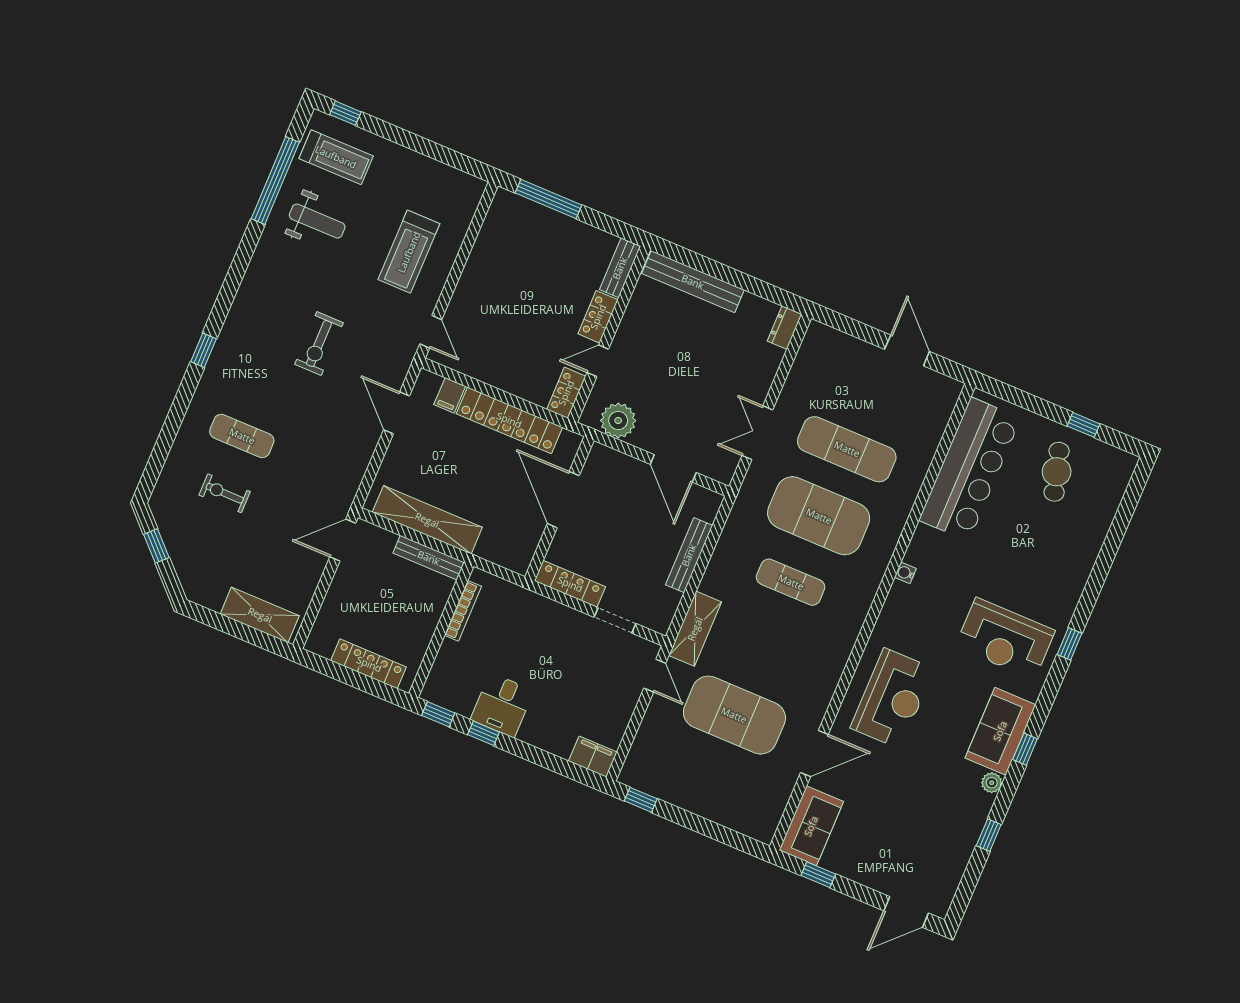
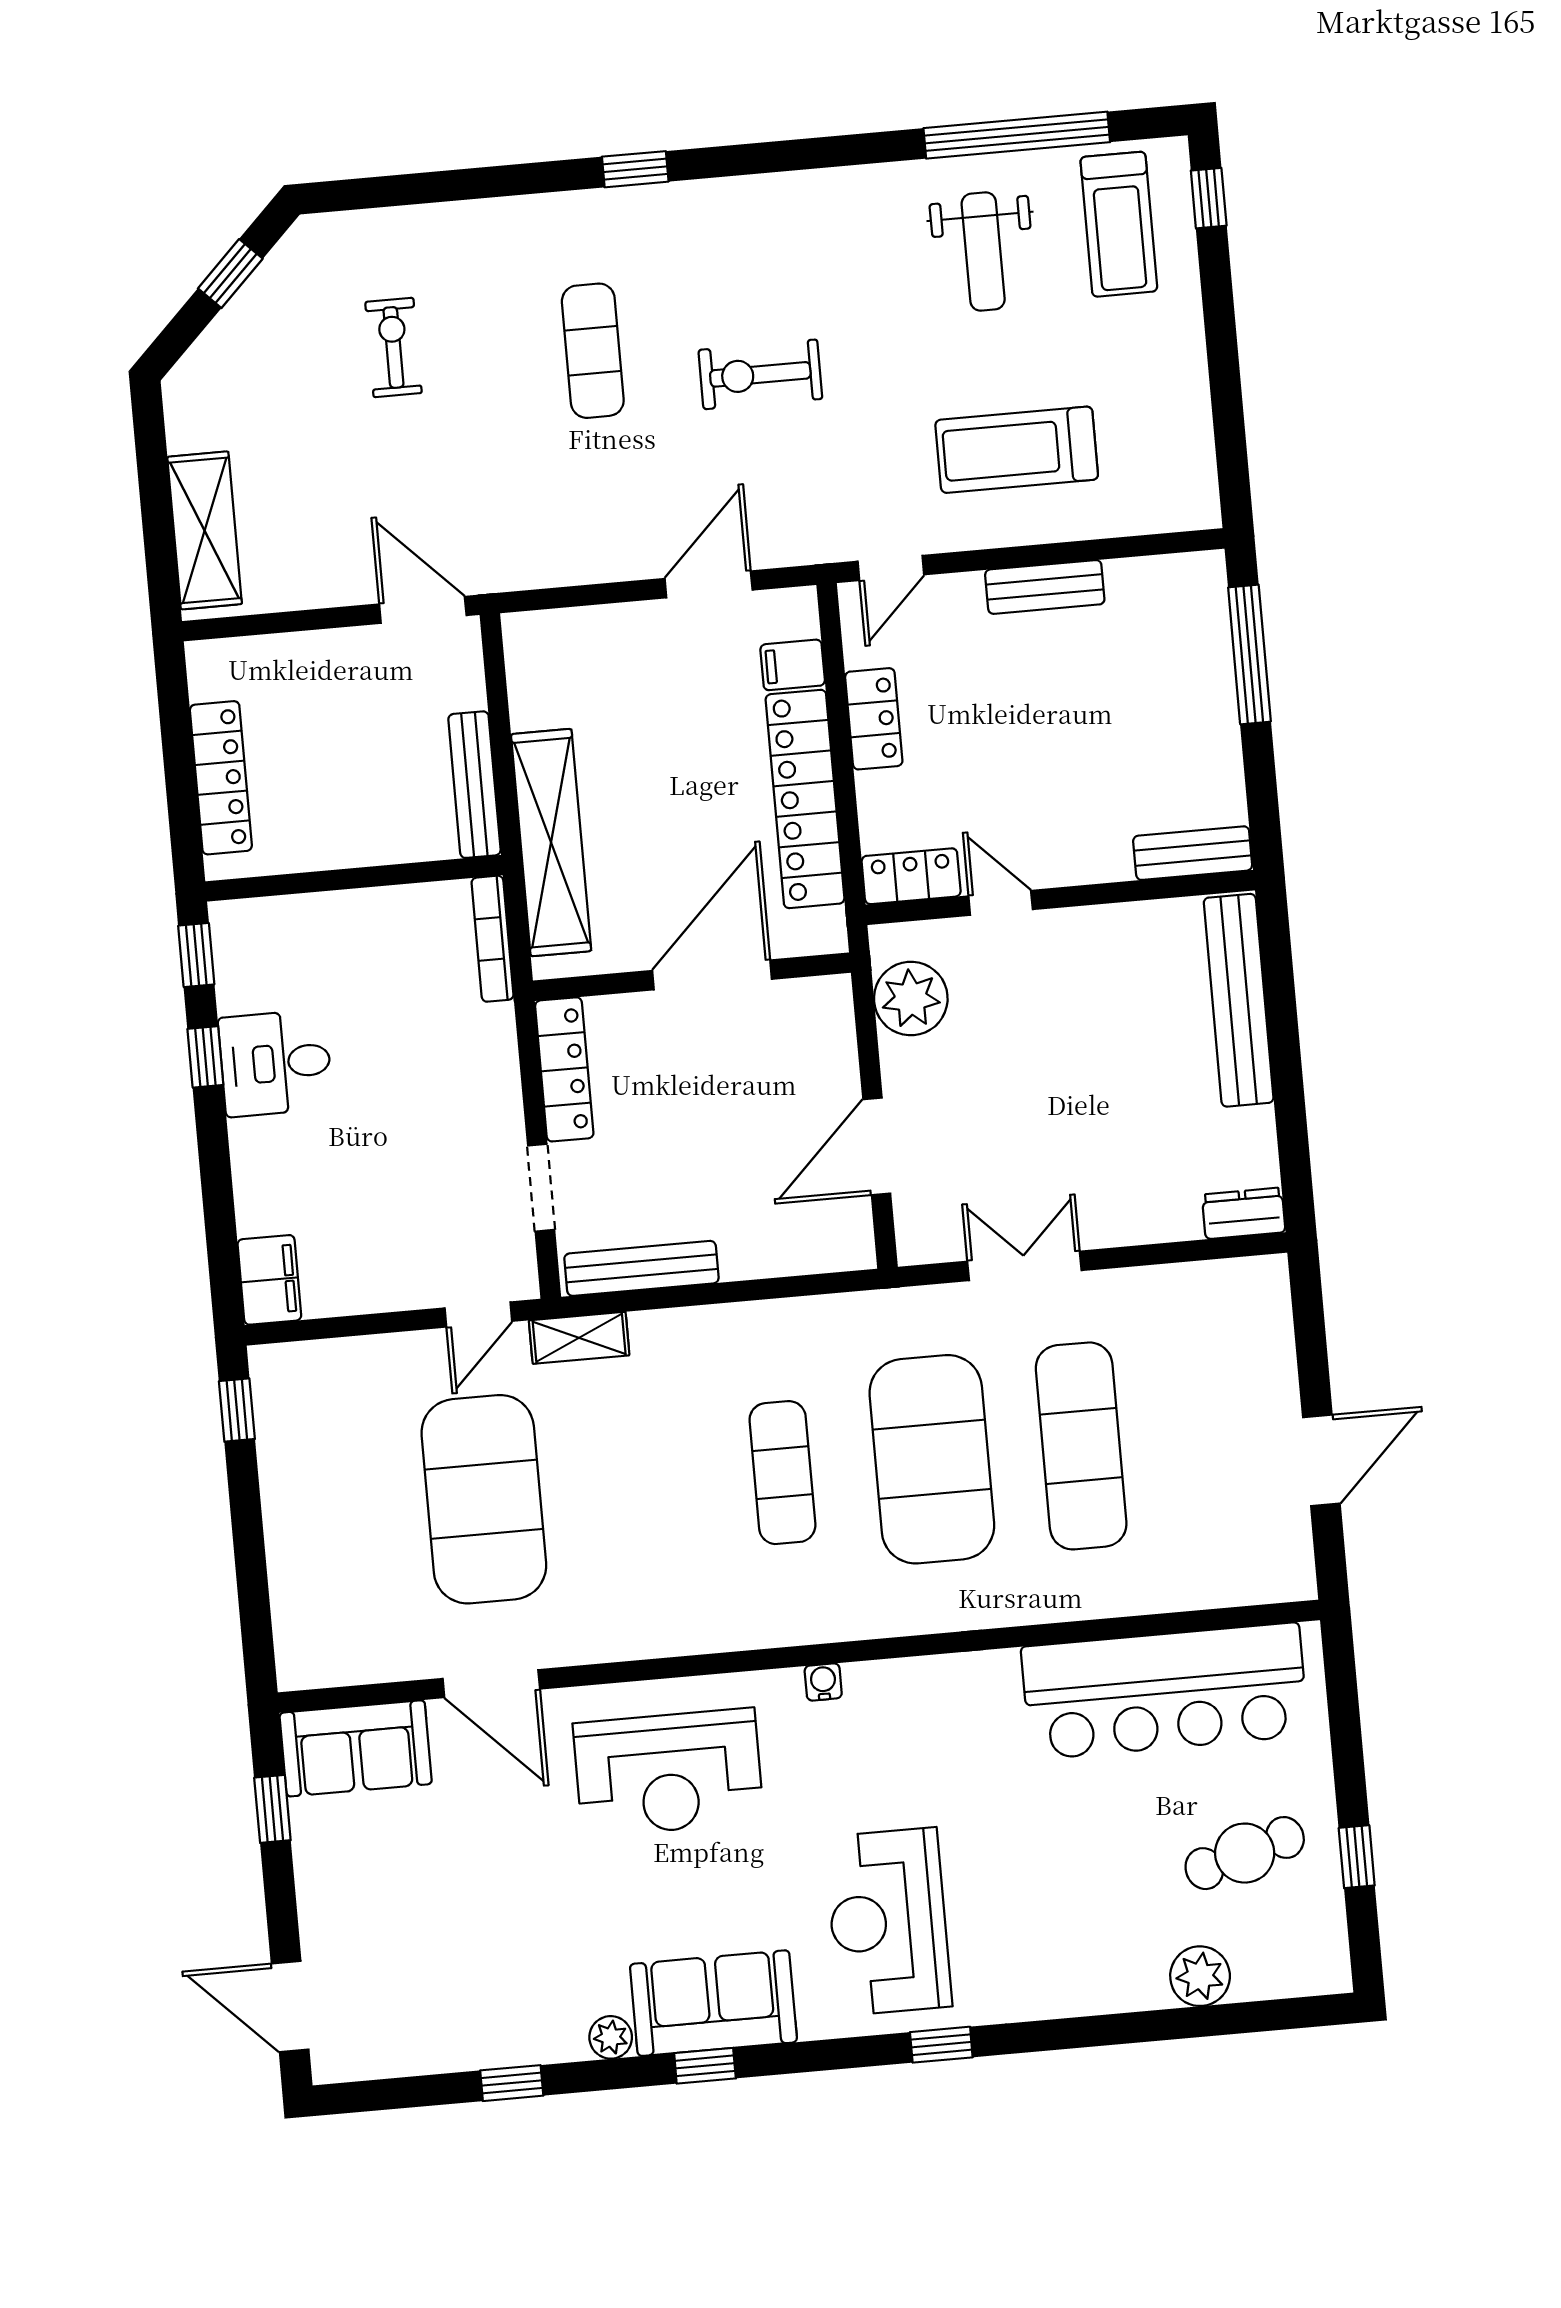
bench: (474, 271) -> (1045, 587), added
locker: (598, 317) -> (874, 719), moved, turned 90
exercise mat: (242, 436) -> (593, 351), moved
plant: (1099, 519) -> (1200, 1976), added
shelving: (427, 520) -> (551, 843), moved
bench: (689, 555) -> (641, 1268), moved
water cooler: (905, 573) -> (823, 1682), moved
bookcase: (463, 611) -> (493, 939), moved, turned 90
shelving: (695, 629) -> (579, 1338), width x0.67, depth x0.75

